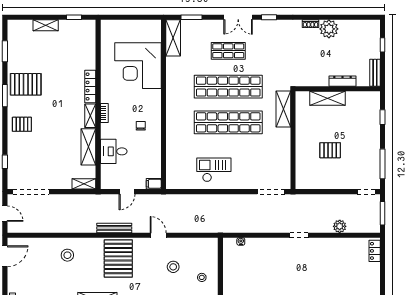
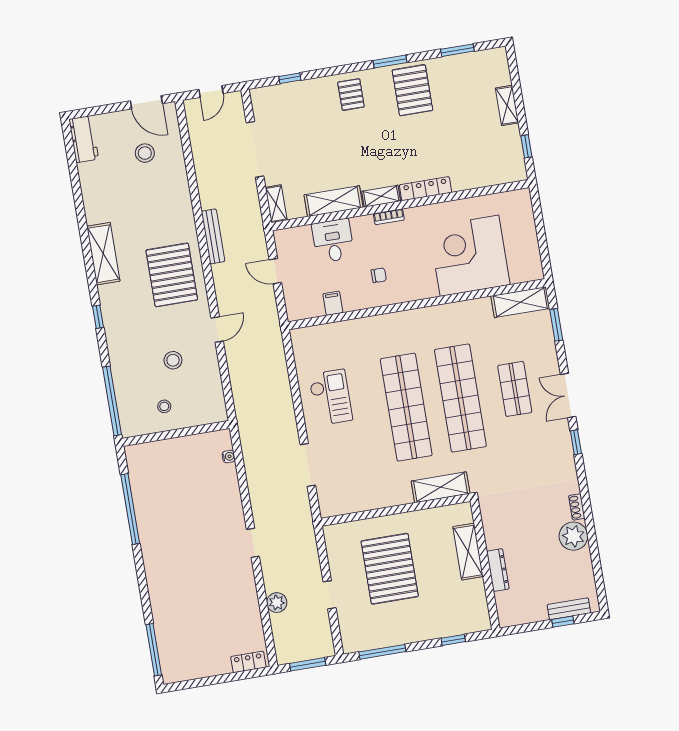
bench: (375, 73) -> (569, 609), moved
pallet: (330, 150) -> (390, 569), width x2.05, depth x2.00
filing cabinet: (154, 184) -> (333, 303), moved
doorway: (31, 192) -> (255, 149), moved
doorway: (271, 192) -> (308, 465), moved
doorway: (366, 192) -> (330, 595), moved
bench: (114, 228) -> (213, 236), moved
stool: (67, 255) -> (145, 153), moved
pallet: (118, 258) -> (172, 275), turned 90

